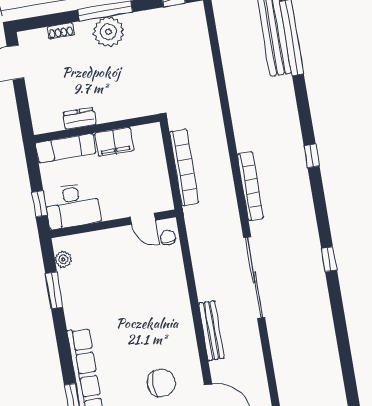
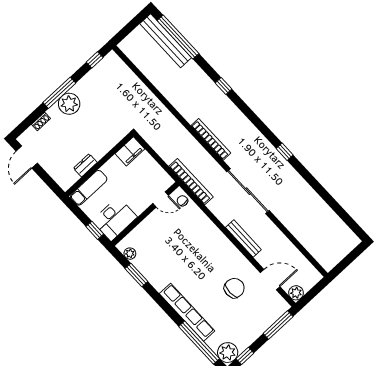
filing cabinet: (114, 142) -> (130, 151), moved
window: (312, 156) -> (223, 86), moved
bookcase: (184, 167) -> (191, 182), moved

